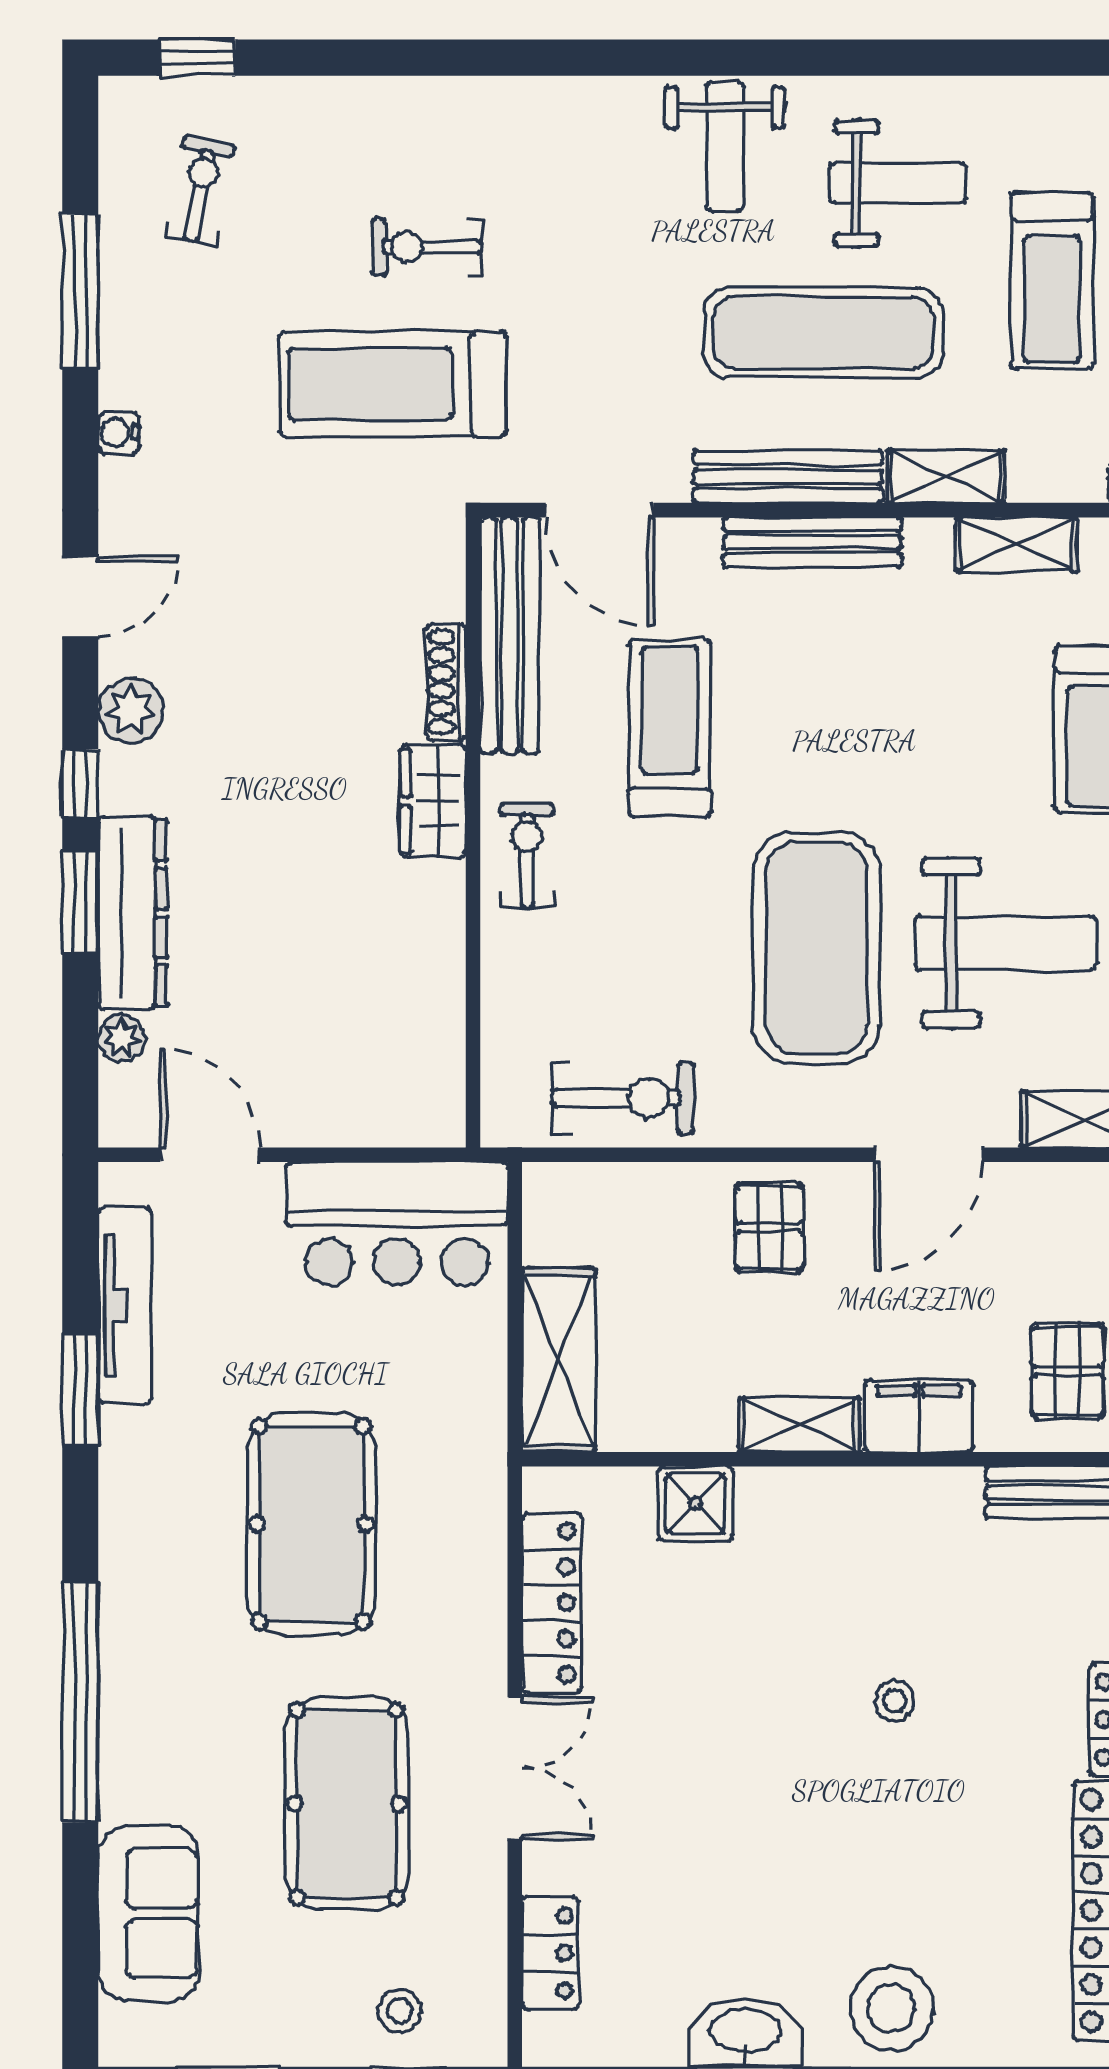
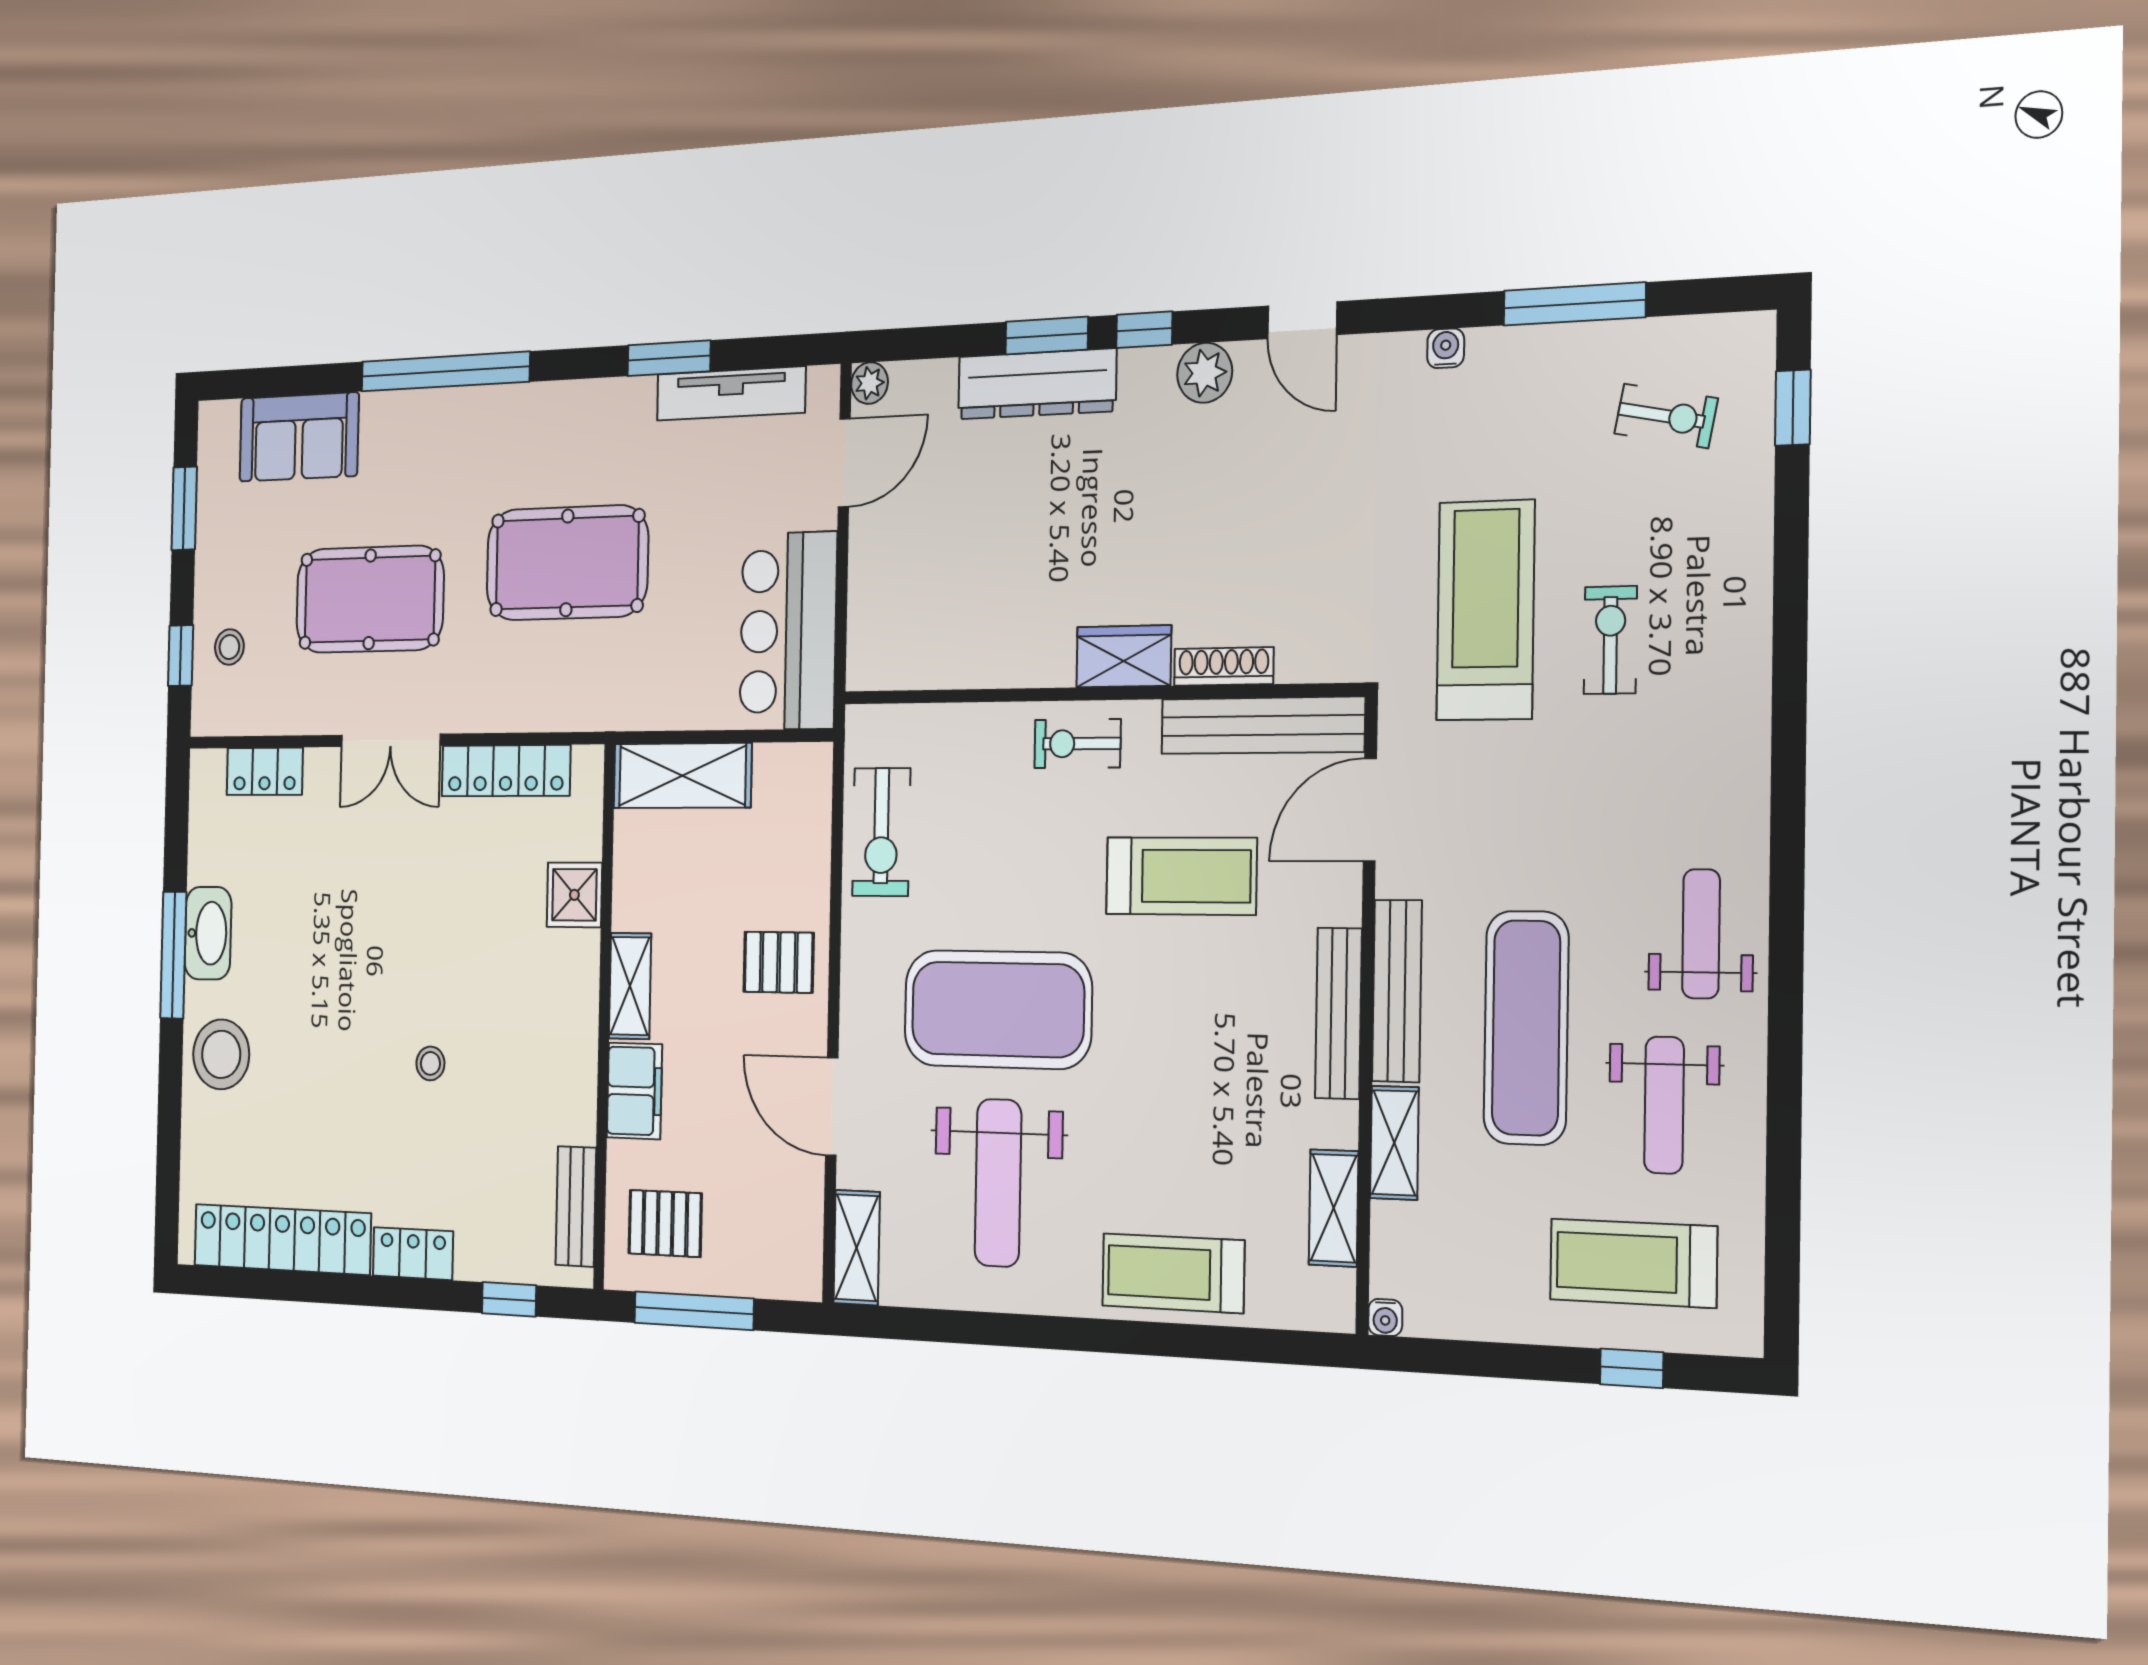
weight bench: (725, 147) -> (1701, 934), turned 90
treadmill: (1052, 281) -> (1633, 1263), moved
exercise bike: (527, 855) -> (1078, 744), turned 180
plant: (122, 1038) -> (870, 383), moved

